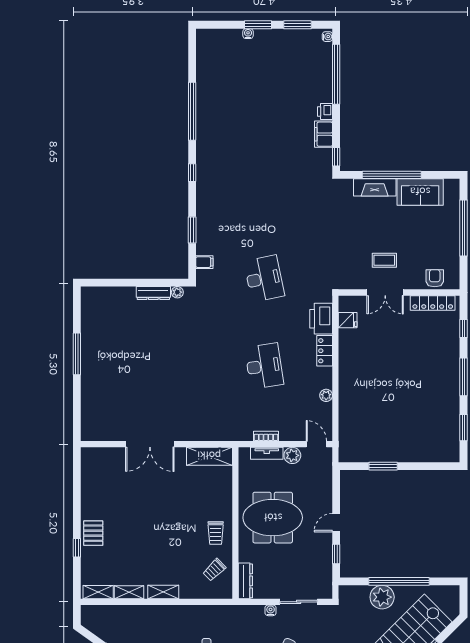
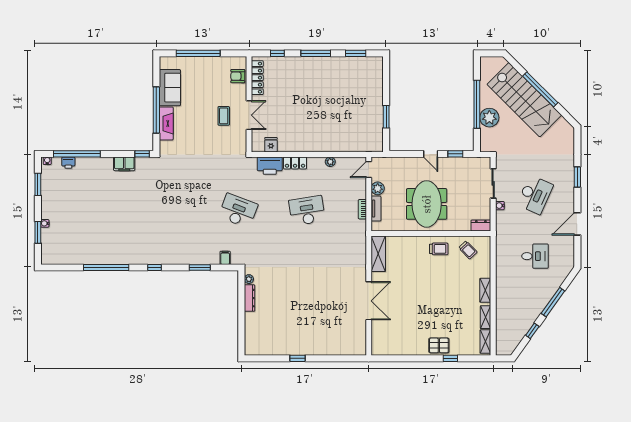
window: (258, 25) -> (38, 232), moved
printer: (325, 112) -> (68, 163), moved
desk: (264, 279) -> (238, 211), turned 33
window: (77, 354) -> (298, 358), width x0.46
dresser: (245, 581) -> (481, 225), width x0.70

